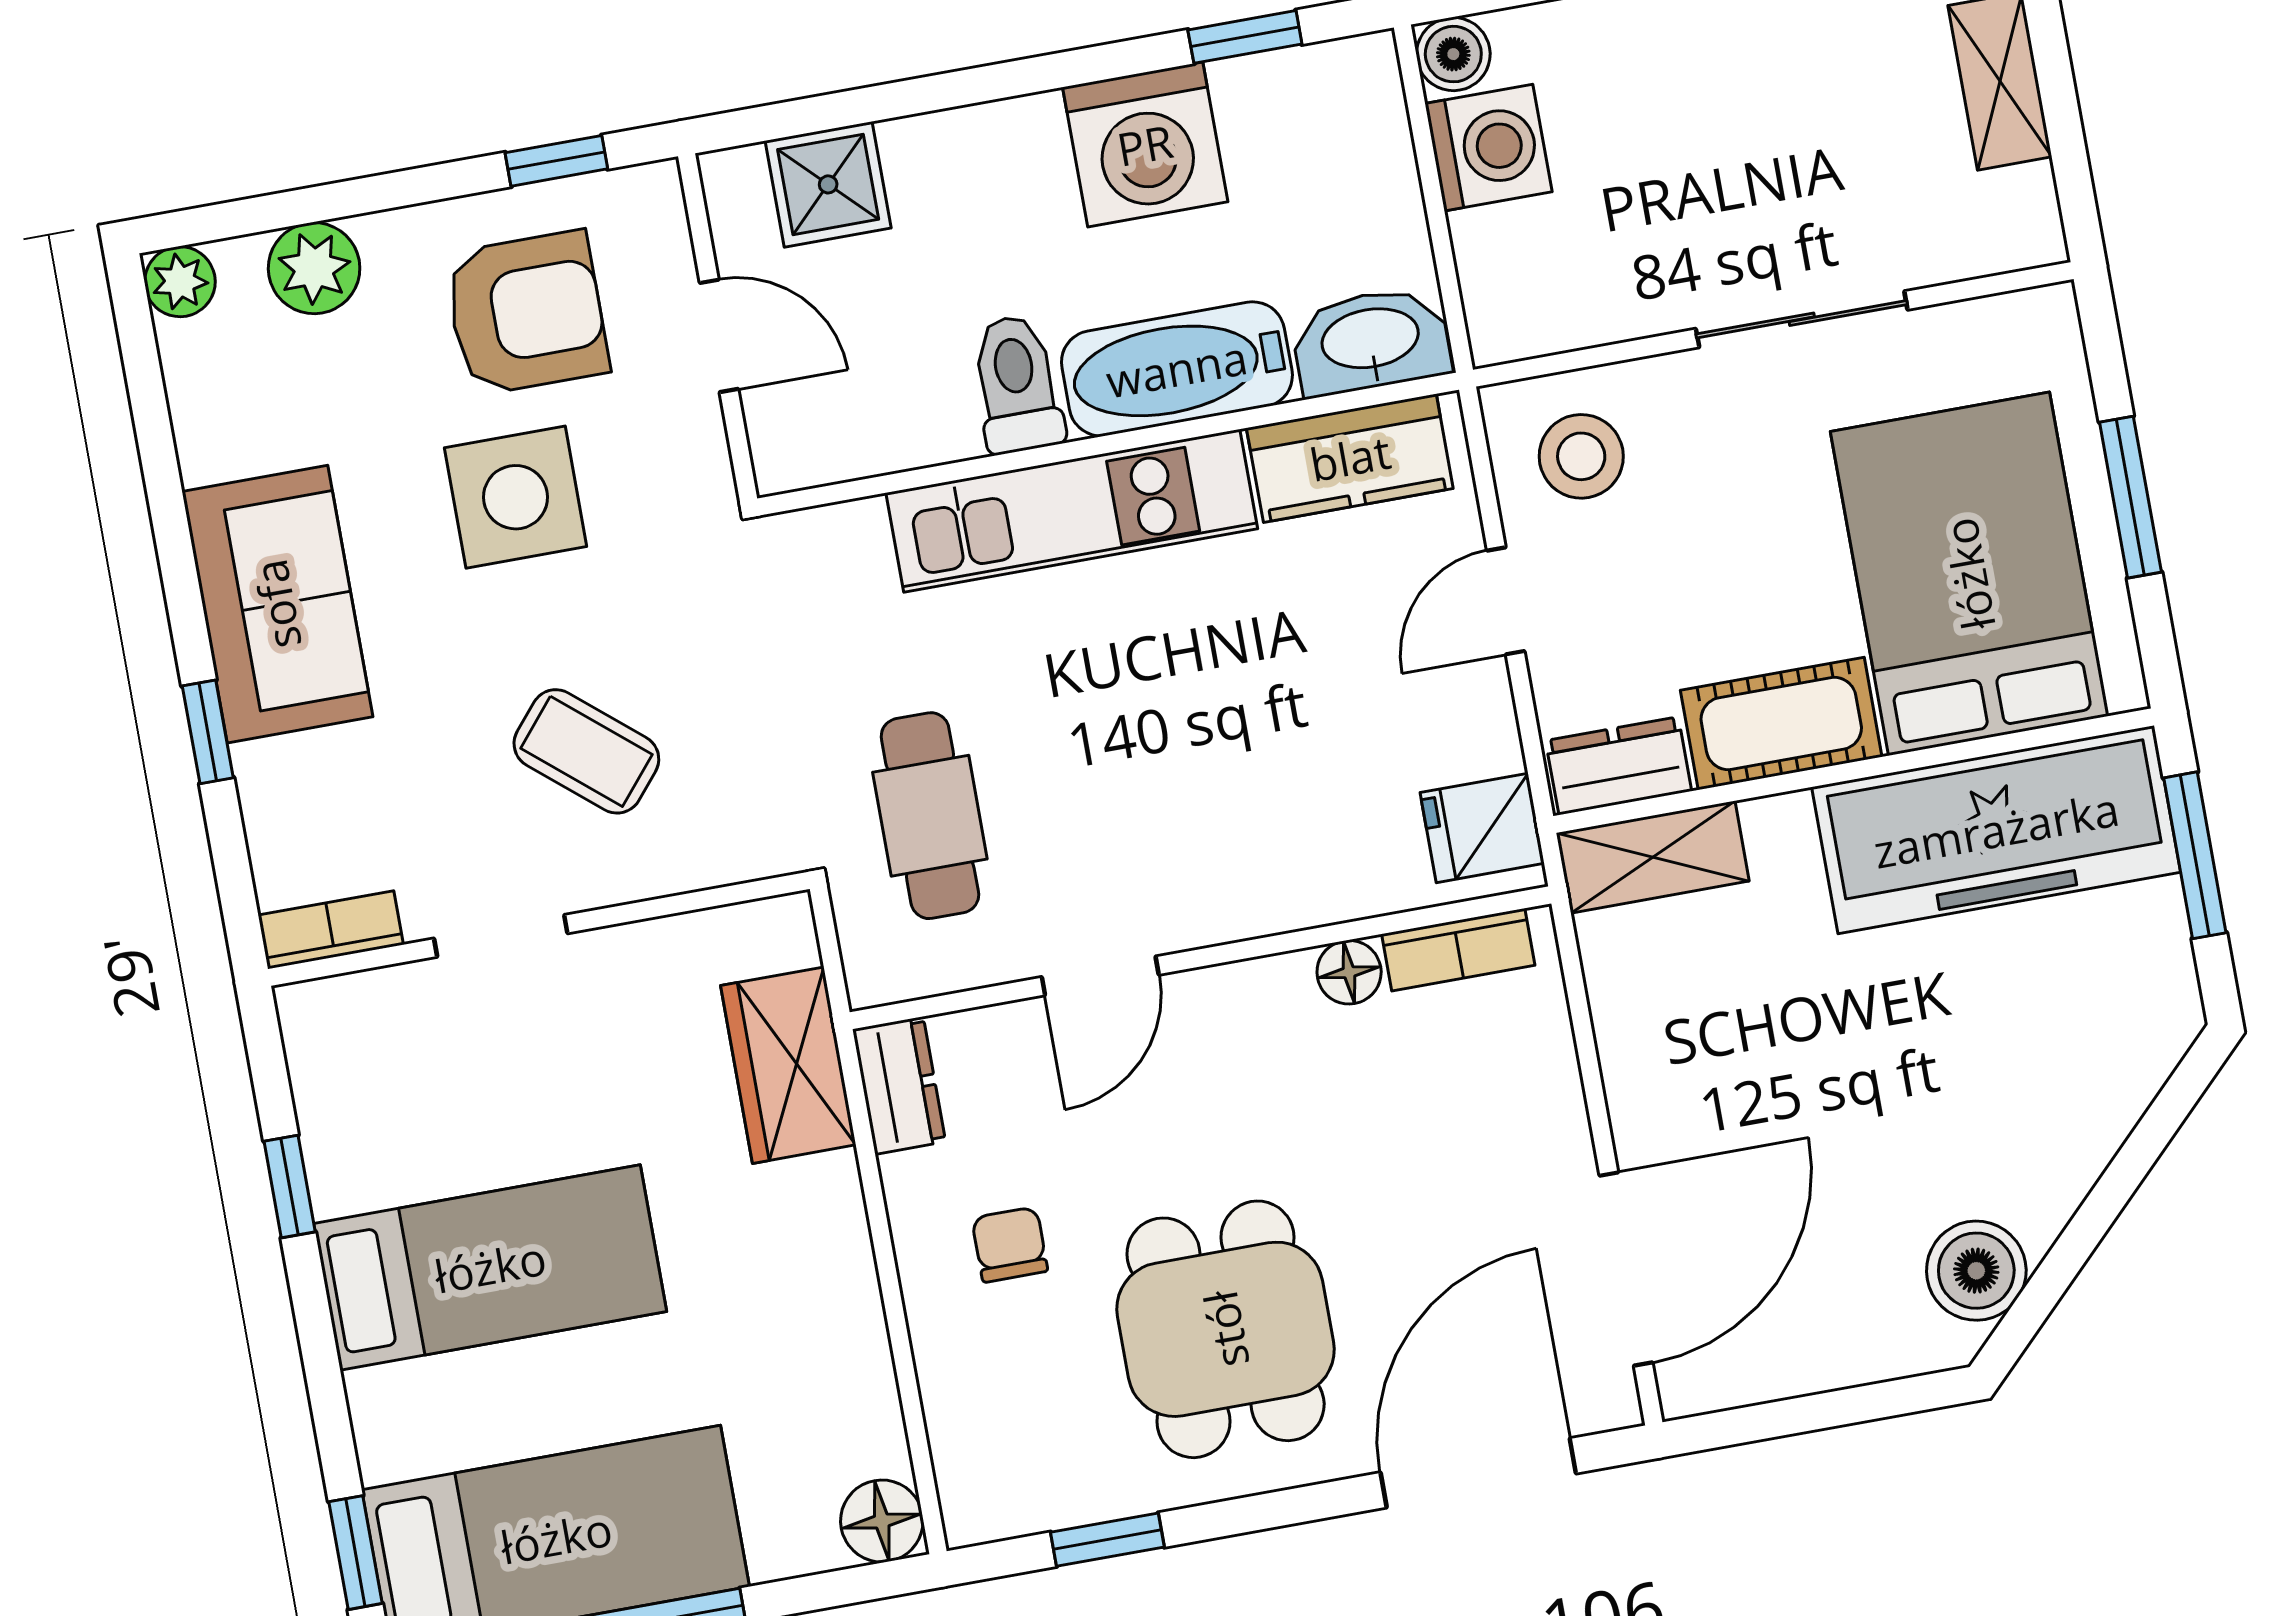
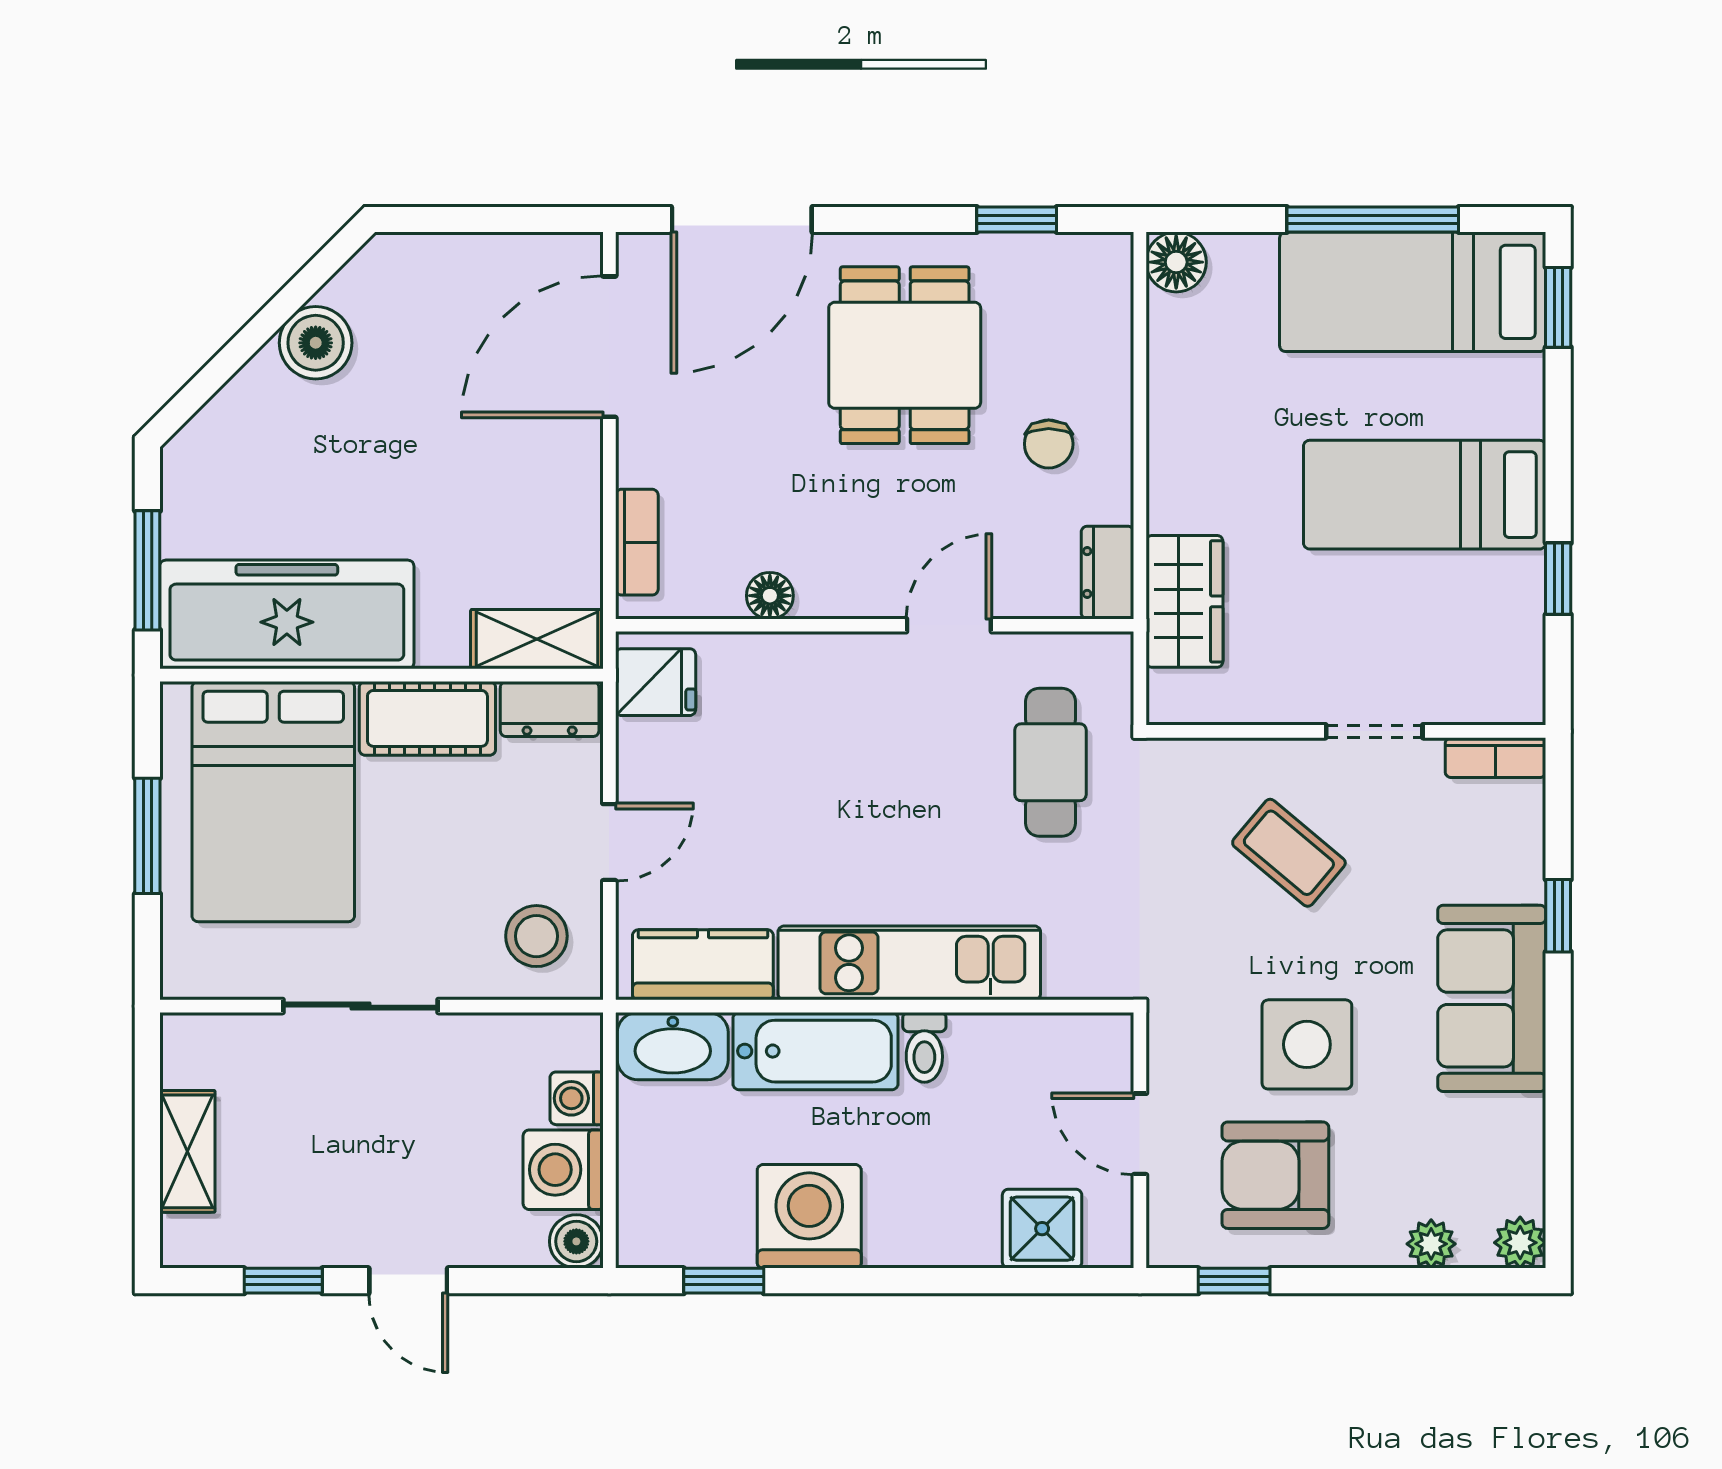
washing machine: (1488, 247) -> (577, 1098), added
plant: (314, 268) -> (1431, 1244), width x0.73, depth x0.73
toilet: (1017, 384) -> (924, 1047), width x0.73, depth x0.72
bookcase: (1458, 950) -> (637, 542), moved, turned 90
boiler: (1976, 1271) -> (316, 343), moved

